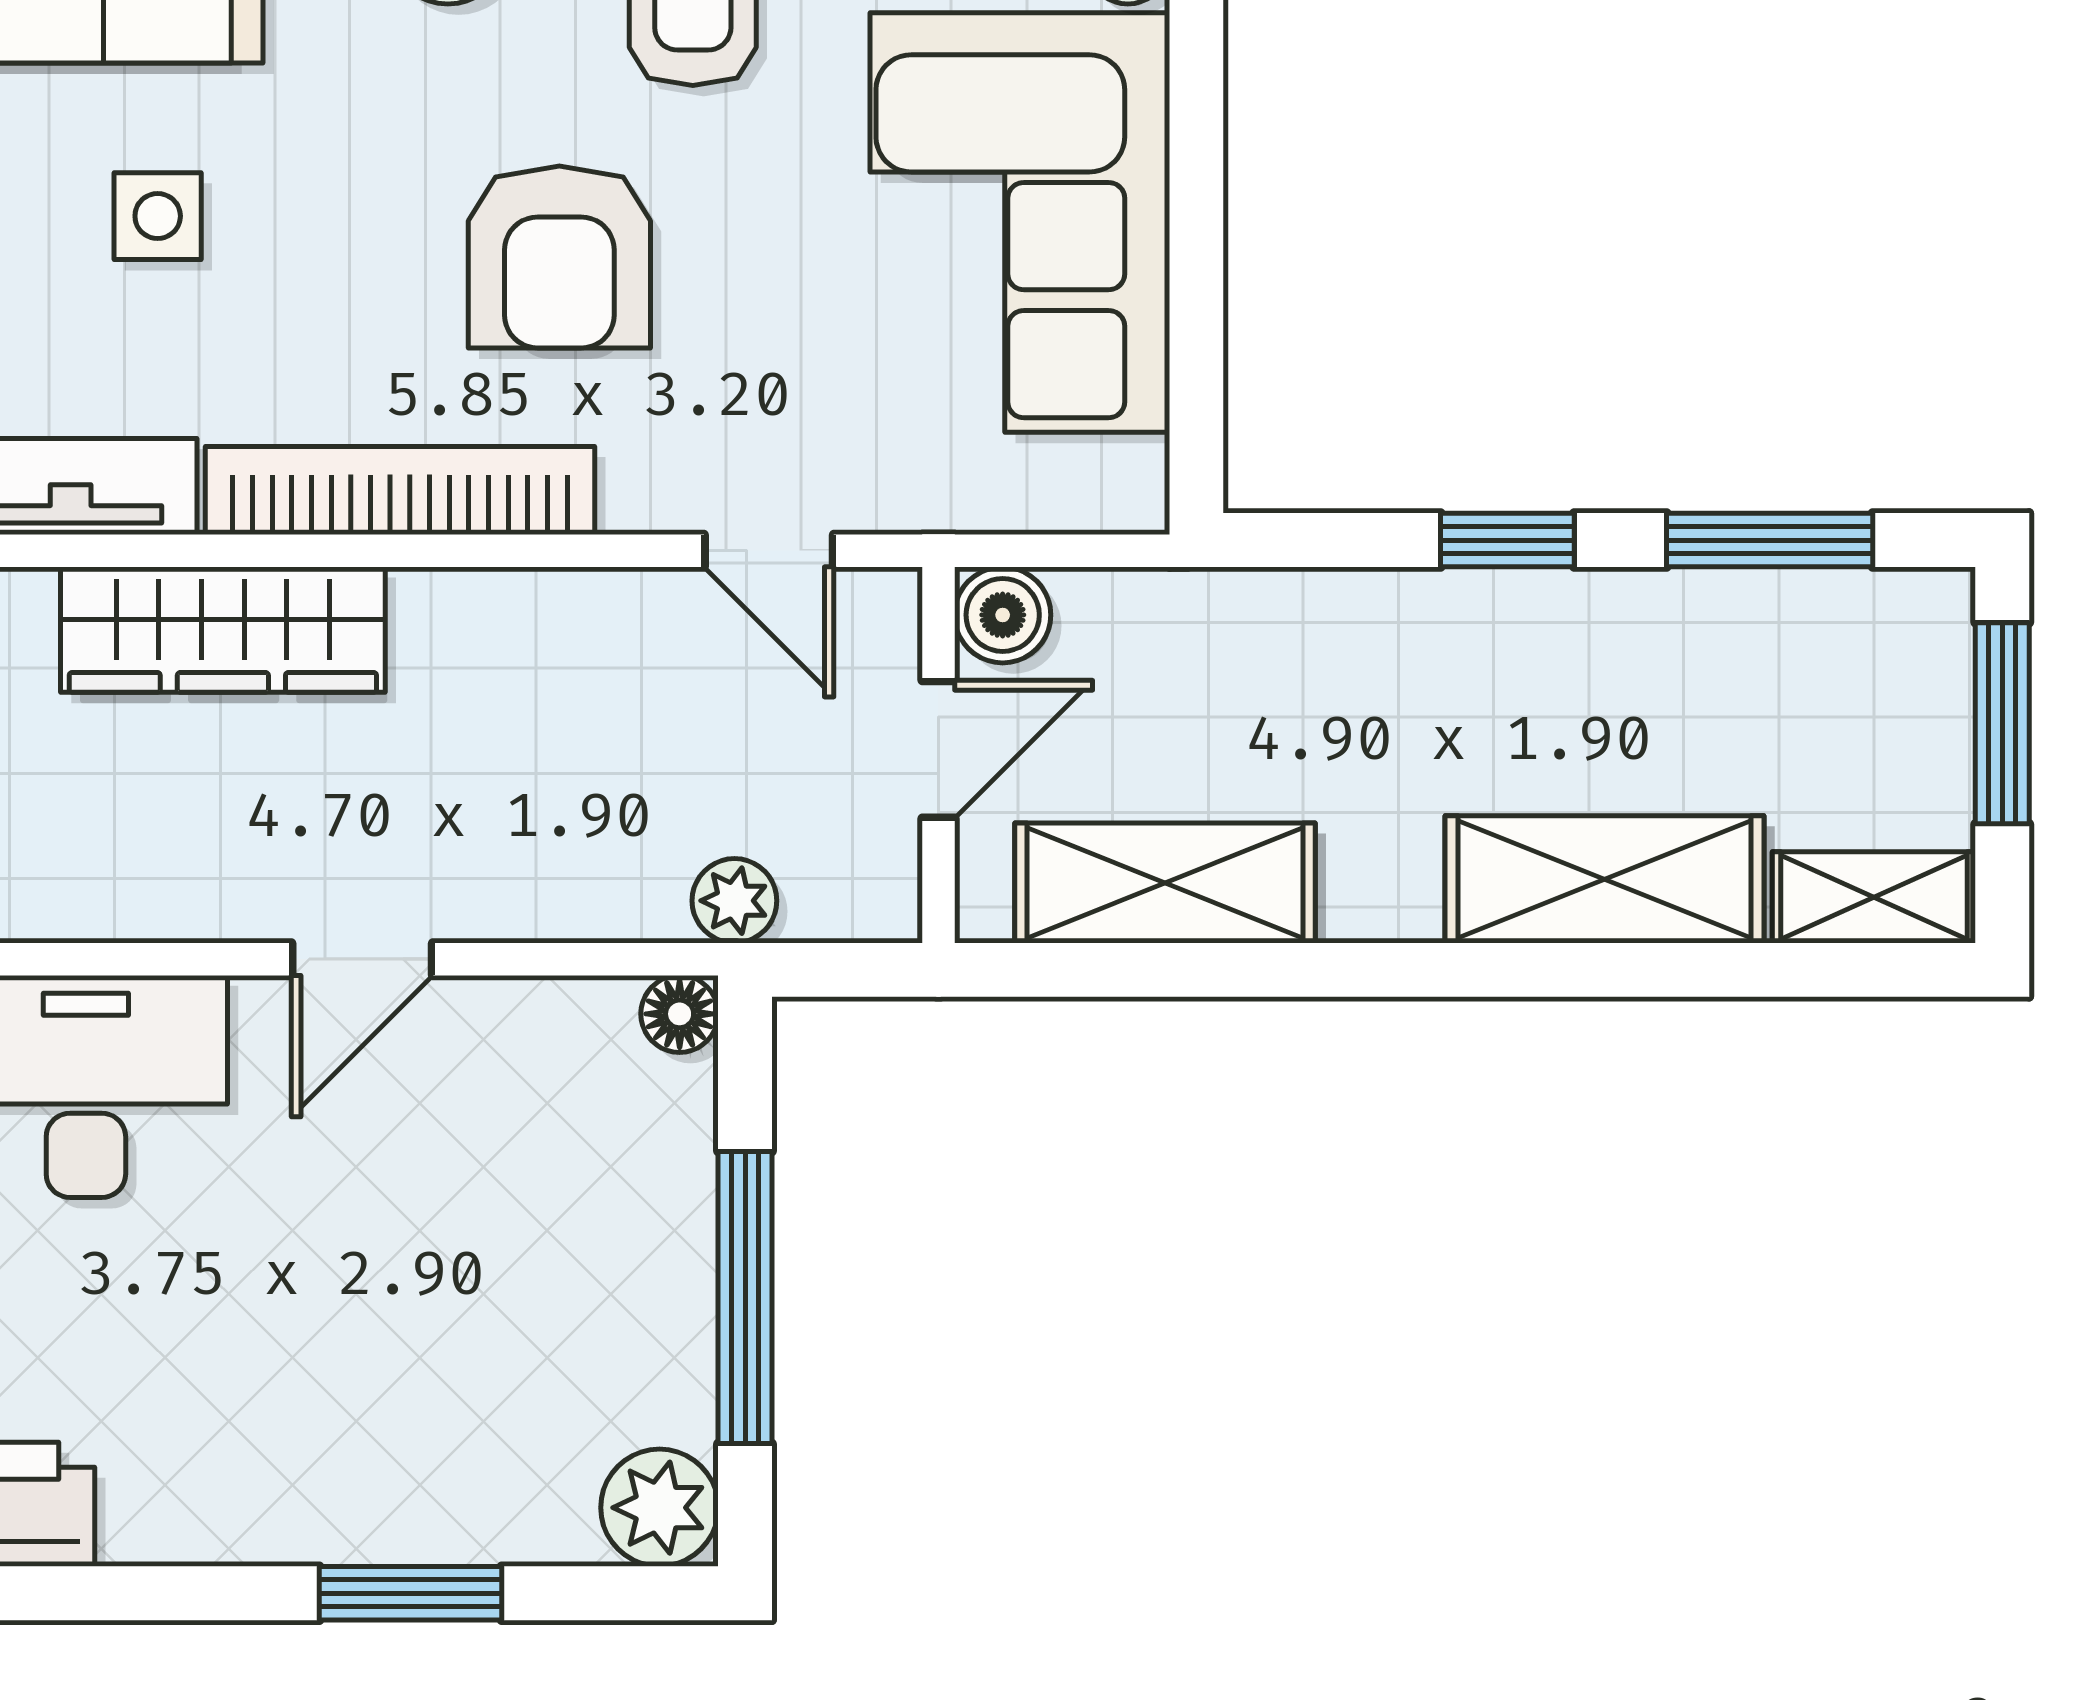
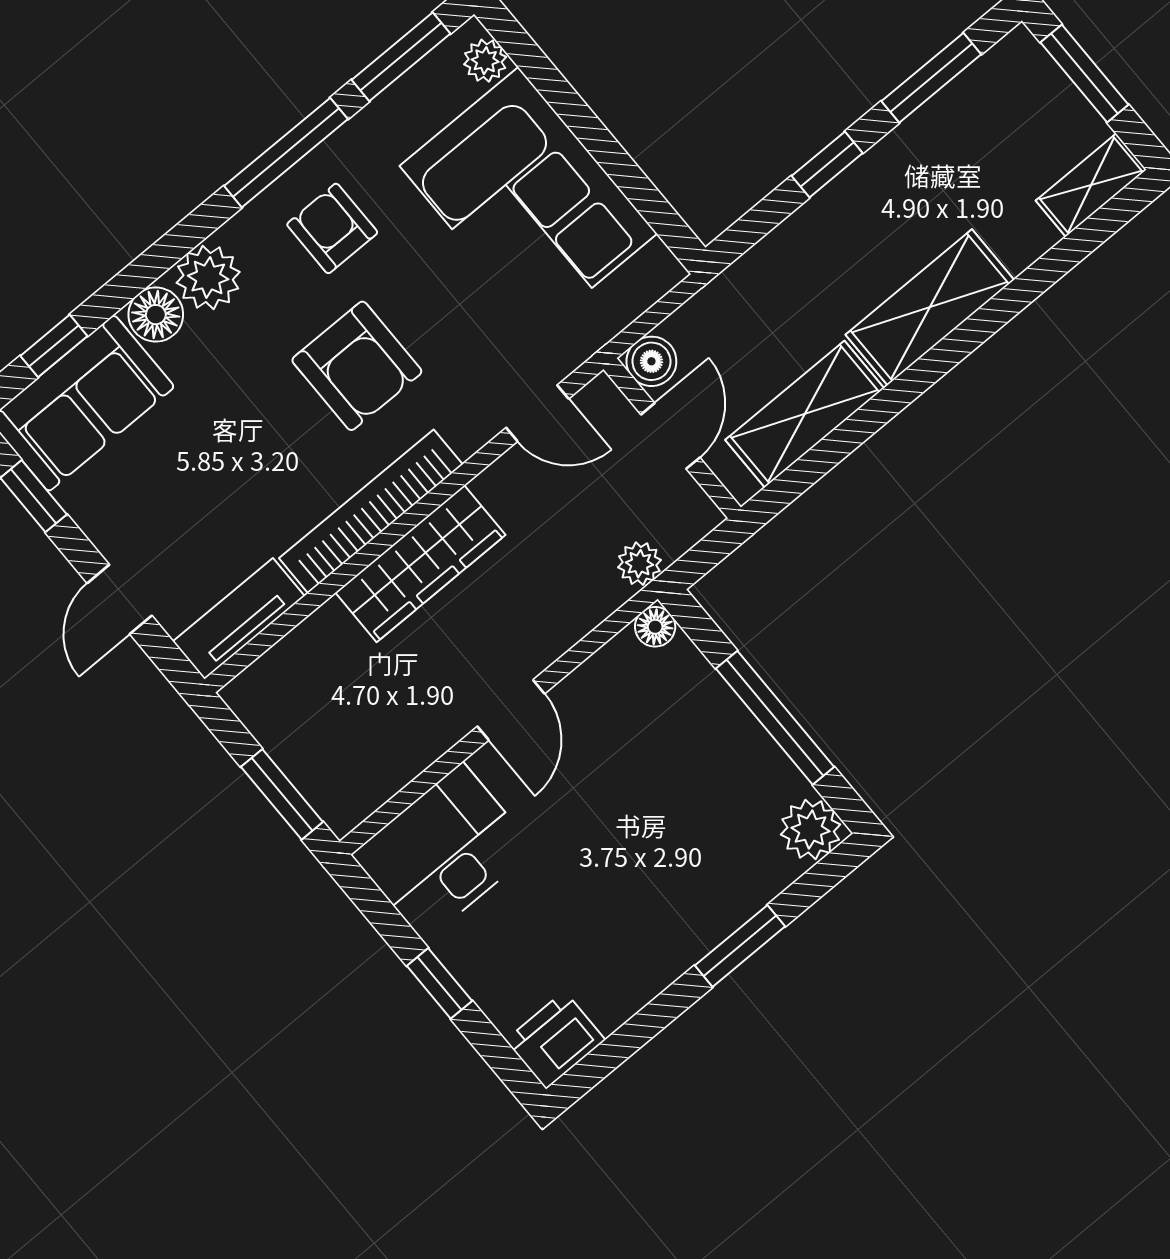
side table: (158, 216) -> (184, 483), removed
wardrobe: (223, 630) -> (420, 564), moved
shelving: (1604, 879) -> (930, 307), moved

